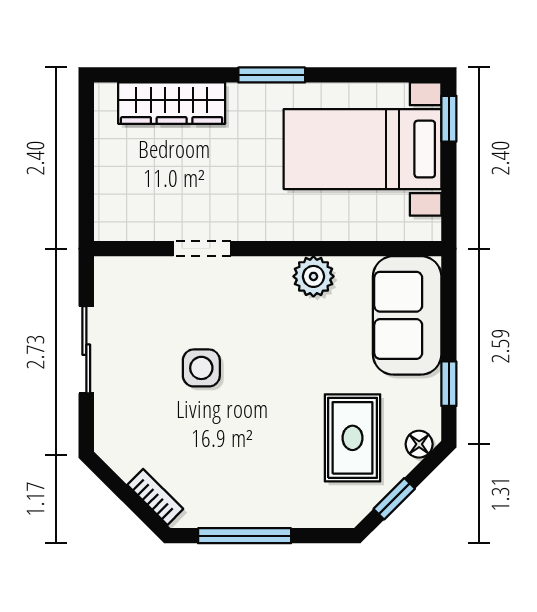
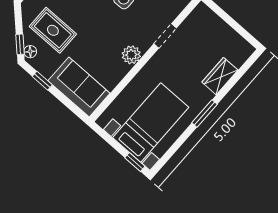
wardrobe: (172, 103) -> (220, 76), width x0.67
plant: (313, 276) -> (131, 55), moved
window: (394, 499) -> (20, 44), moved

